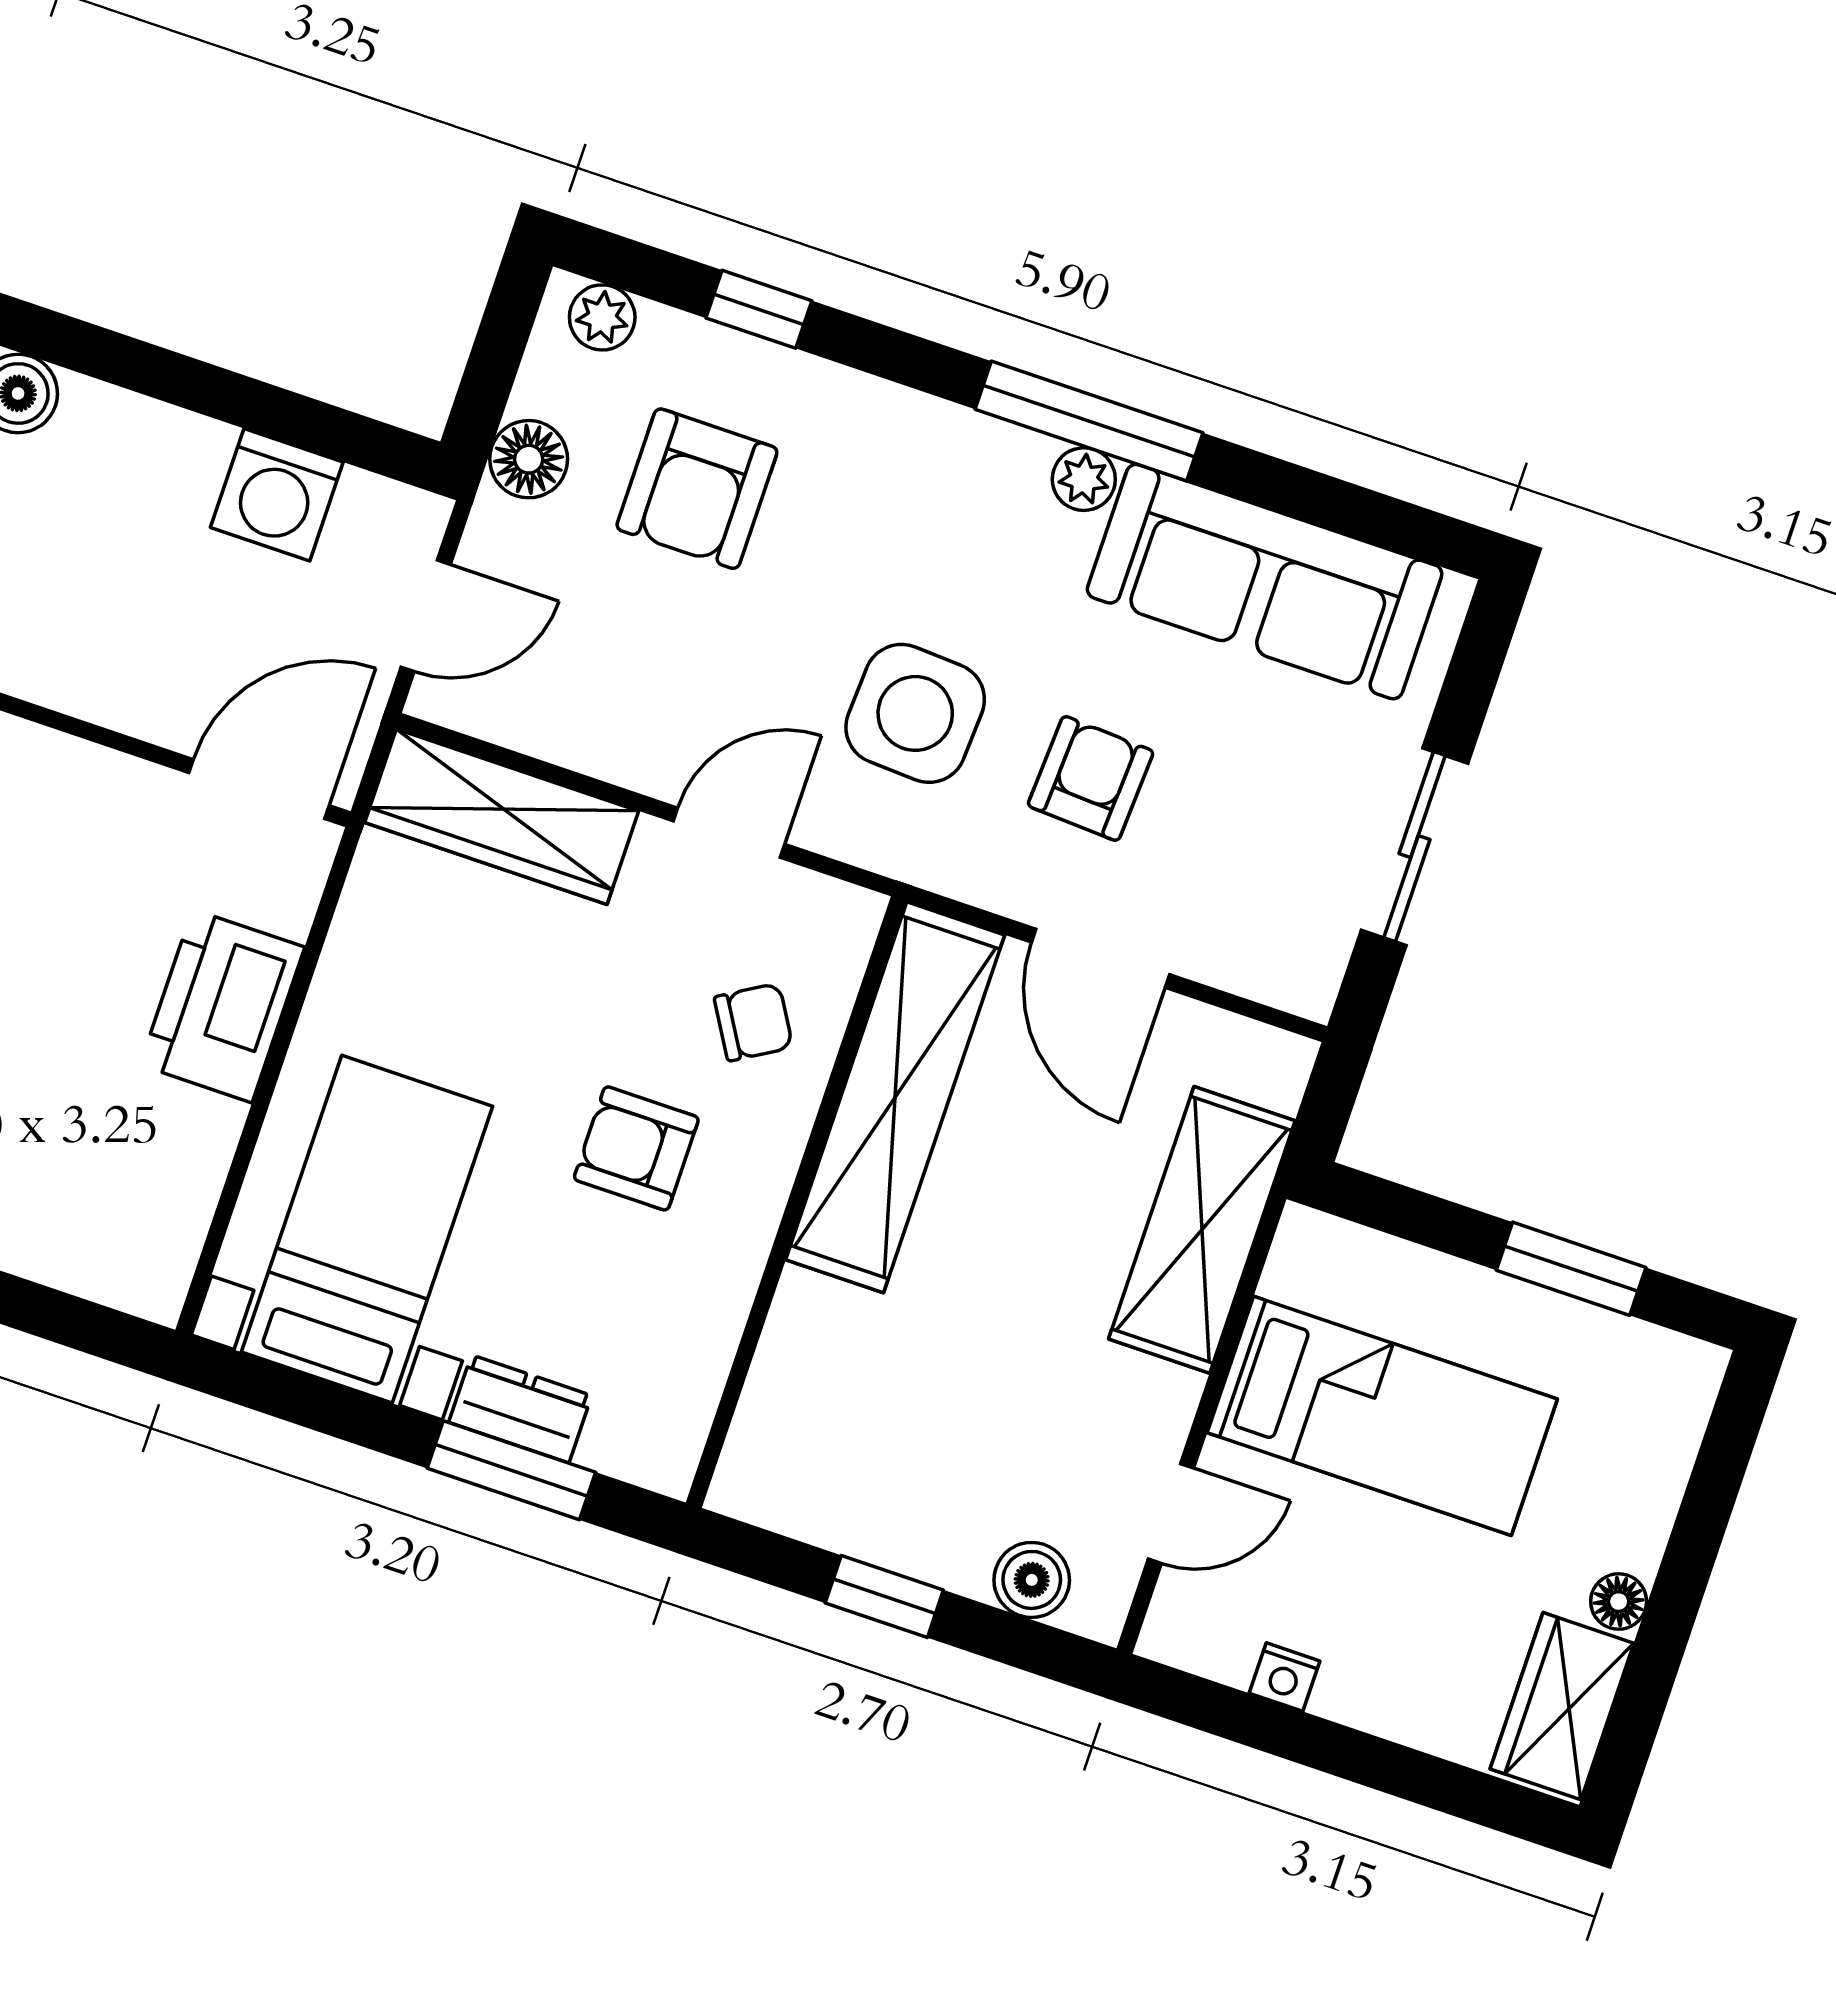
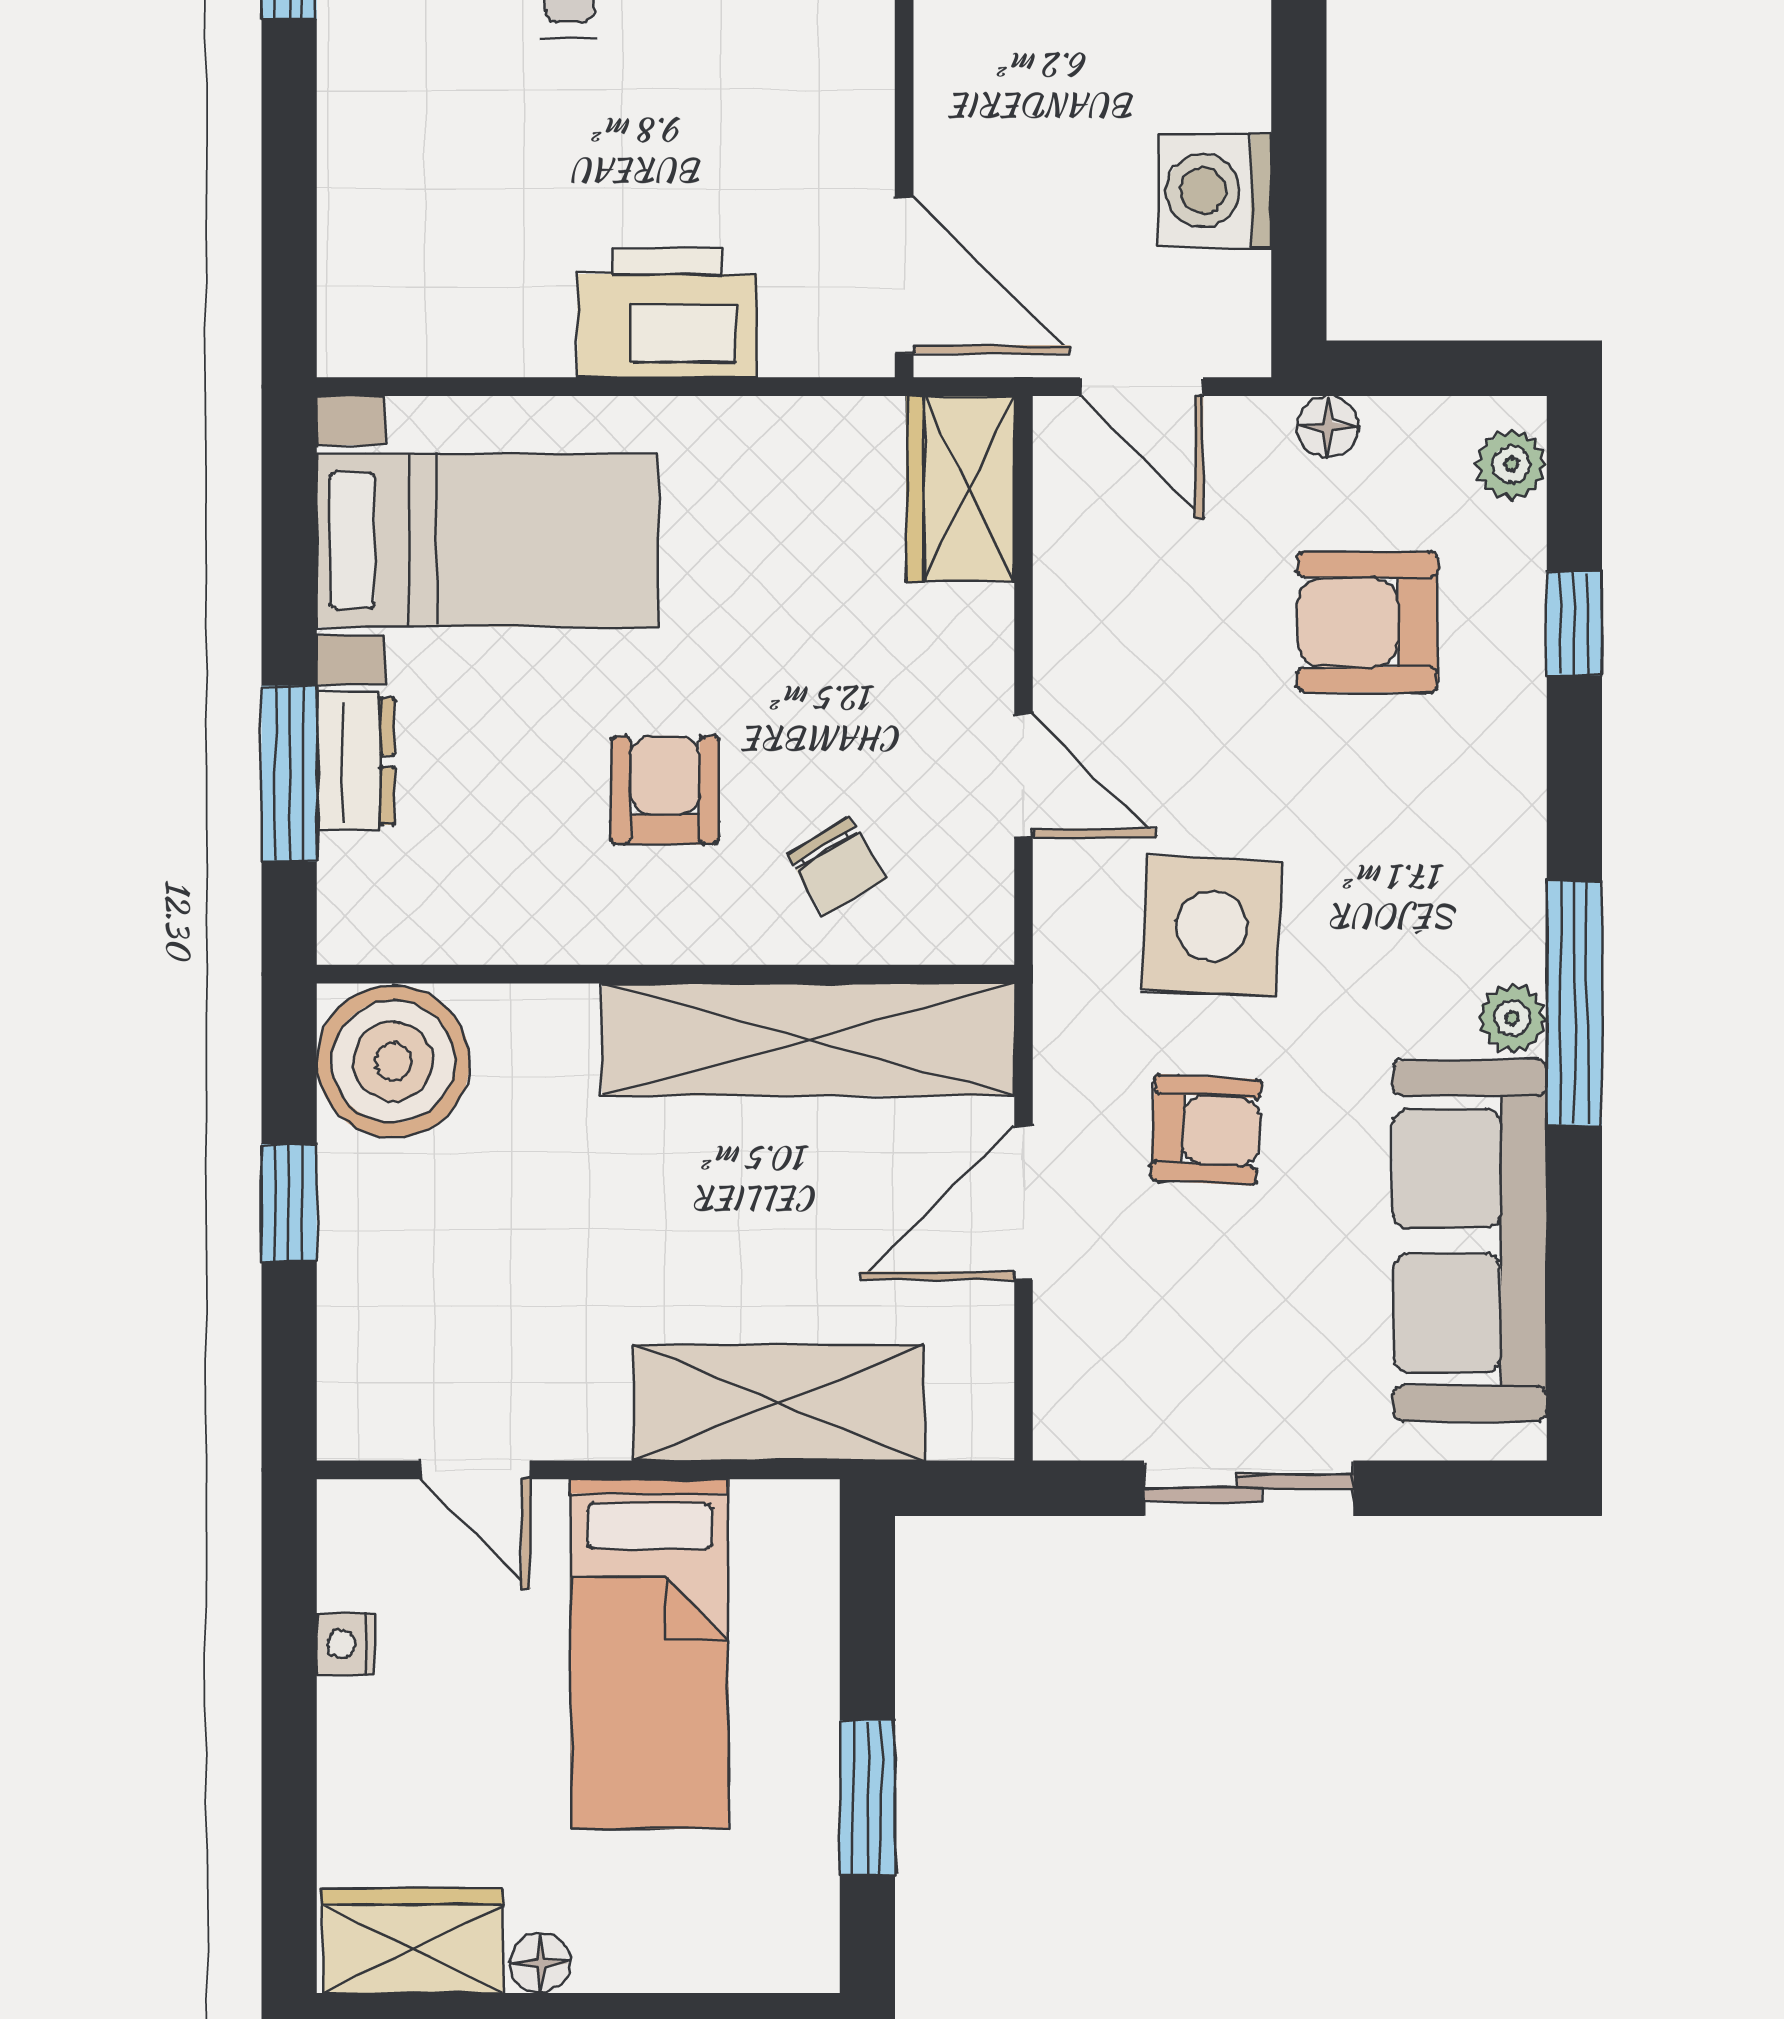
floor lamp: (529, 459) -> (1328, 427), width x0.73, depth x0.73
wardrobe: (502, 817) -> (960, 489), width x0.67
boiler: (1032, 1580) -> (393, 1061), moved, width x1.86, depth x1.86

